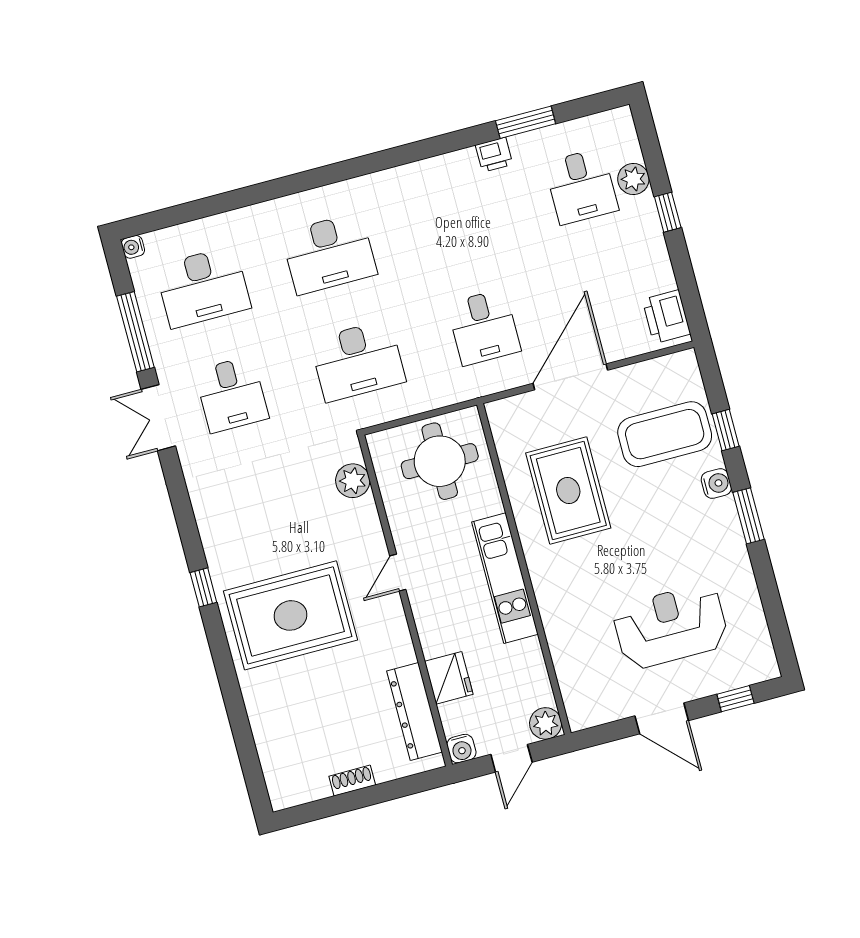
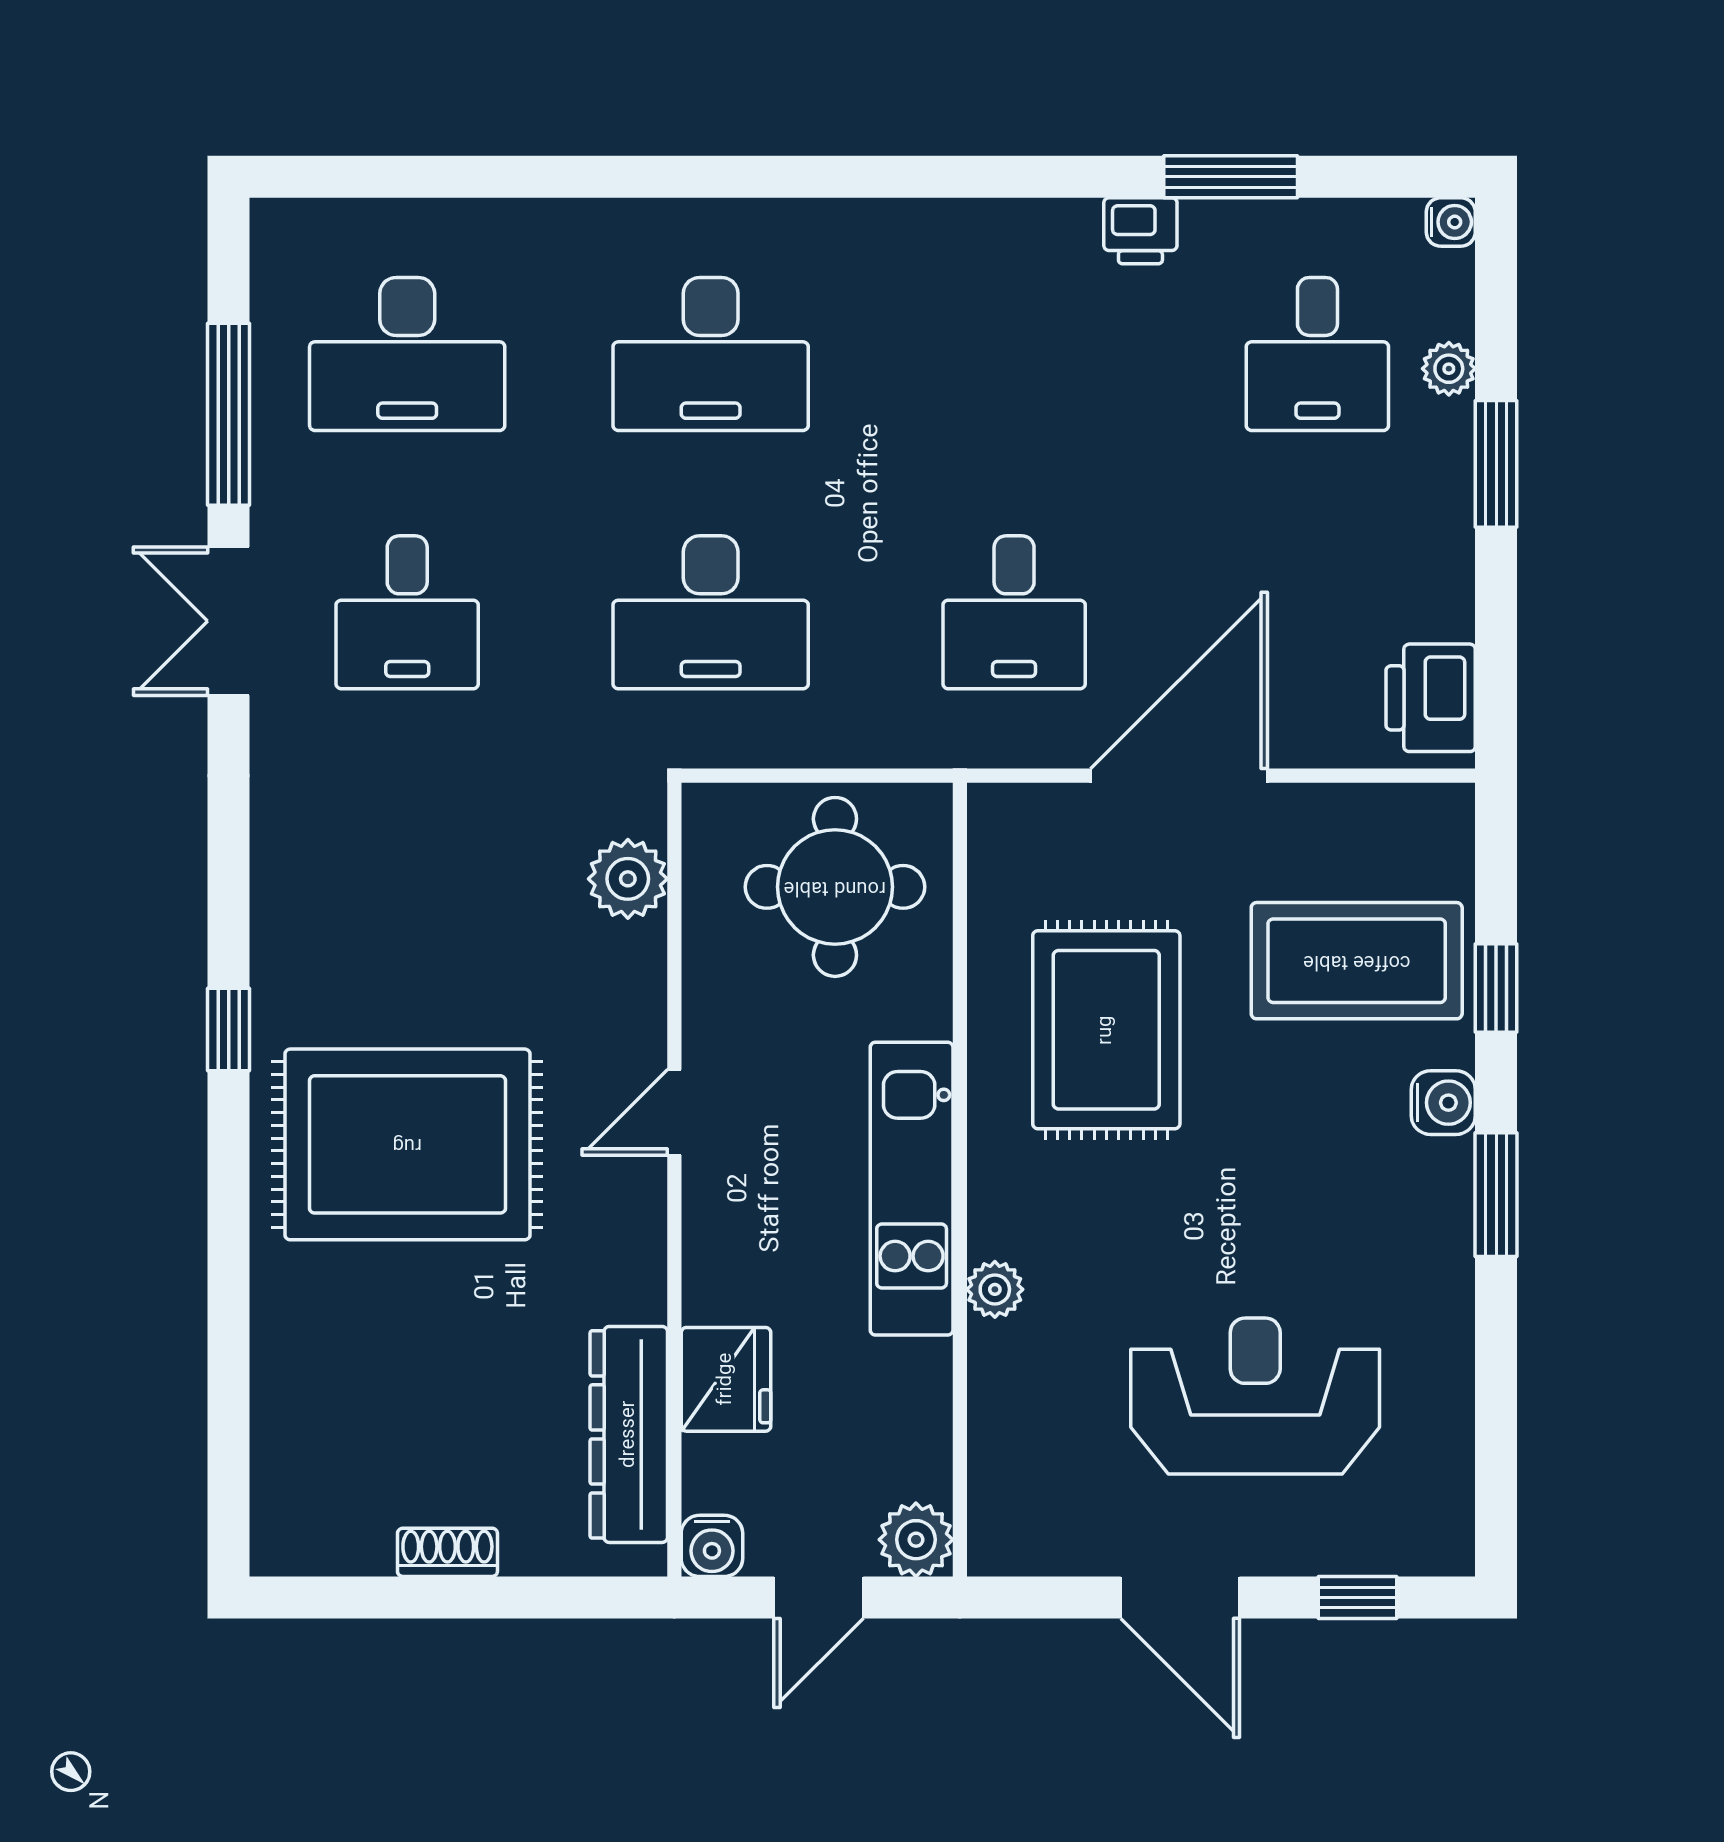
plant: (633, 179) -> (1449, 369), width x0.73, depth x0.73
window: (668, 212) -> (1496, 464), width x1.50
water cooler: (133, 247) -> (1451, 222), moved, turned 180
plant: (551, 611) -> (995, 1289), added

